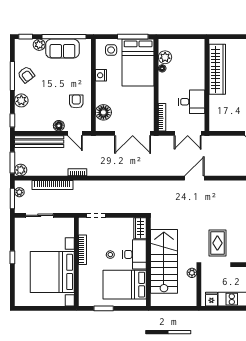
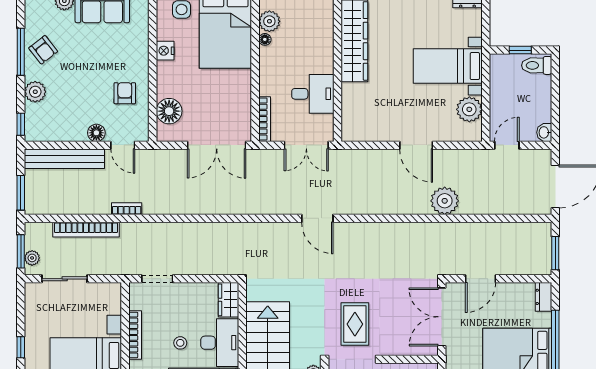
plant: (21, 170) -> (34, 205), removed
door: (194, 178) -> (317, 218), swing flipped
plant: (19, 192) -> (32, 258), moved

